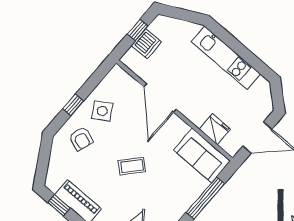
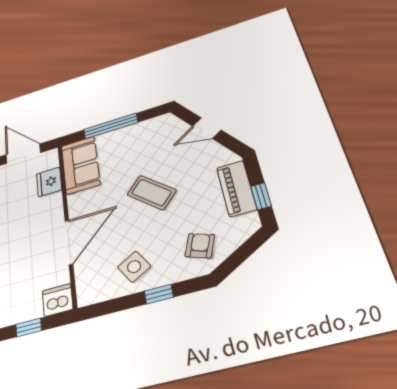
dishwasher: (146, 44) -> (58, 300), moved
armchair: (81, 139) -> (200, 246), moved
coffee table: (132, 166) -> (152, 192), width x1.36, depth x1.30

